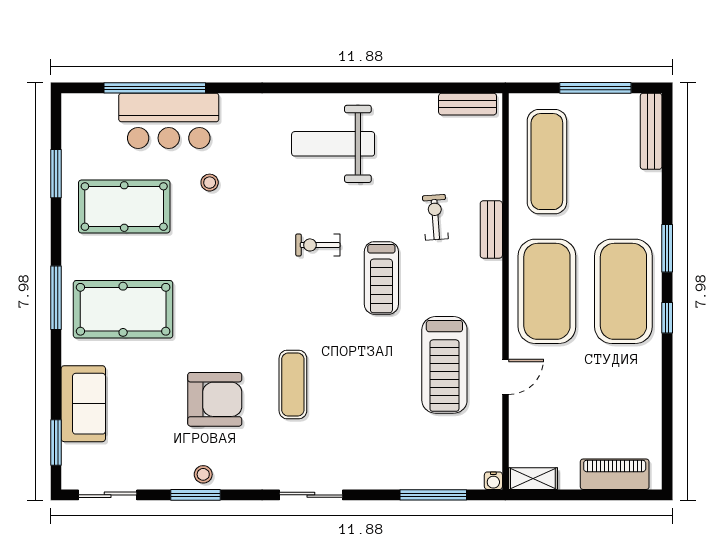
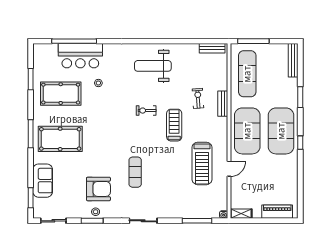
window: (595, 88) -> (253, 41), moved
window: (667, 248) -> (300, 97), moved
treadmill: (381, 278) -> (174, 125), turned 180
armchair: (215, 399) -> (98, 189), moved

